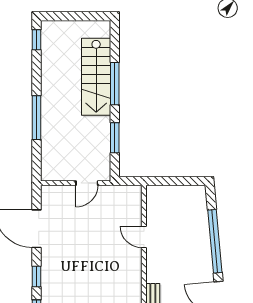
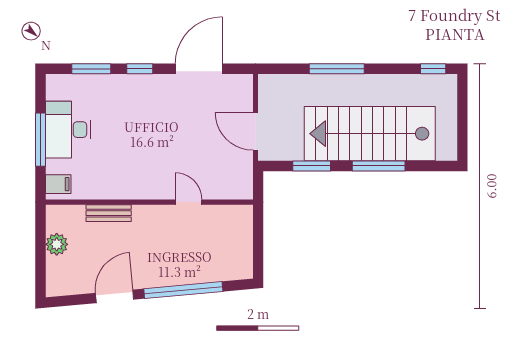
stairs: (96, 77) -> (370, 134), width x1.36, depth x1.51
door: (87, 183) -> (255, 131), width x1.38
door: (144, 237) -> (189, 202), hinge flipped

